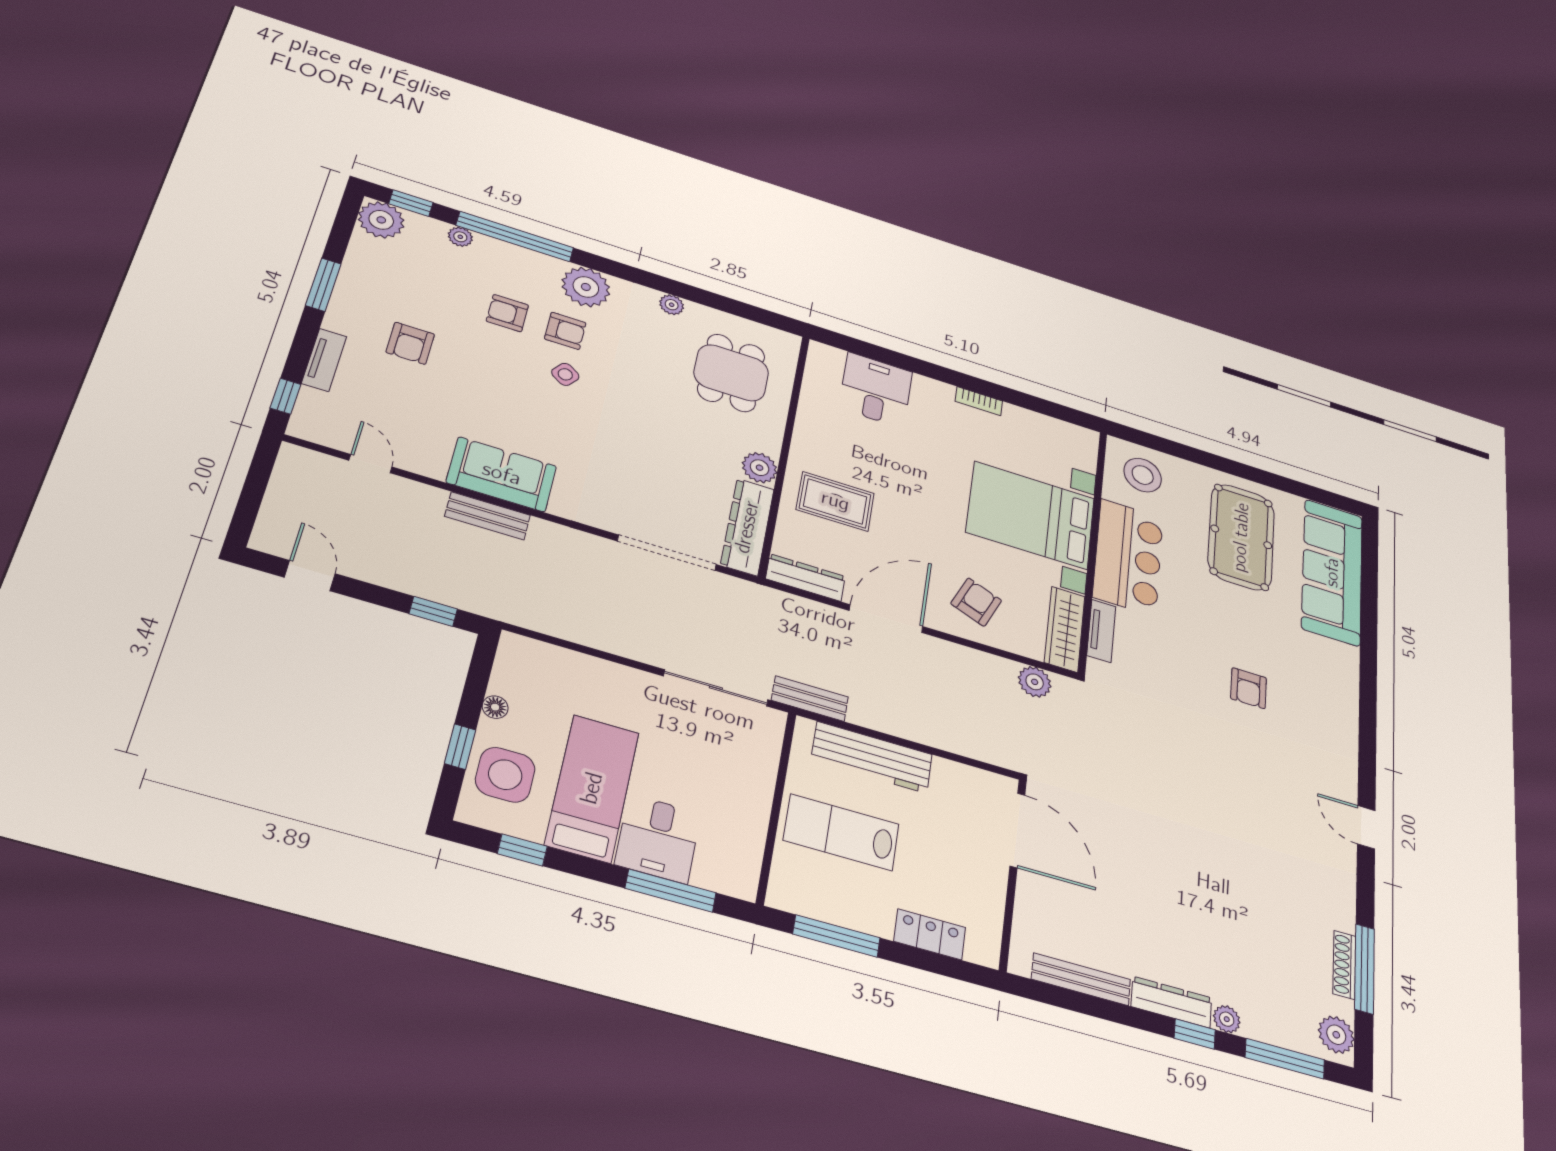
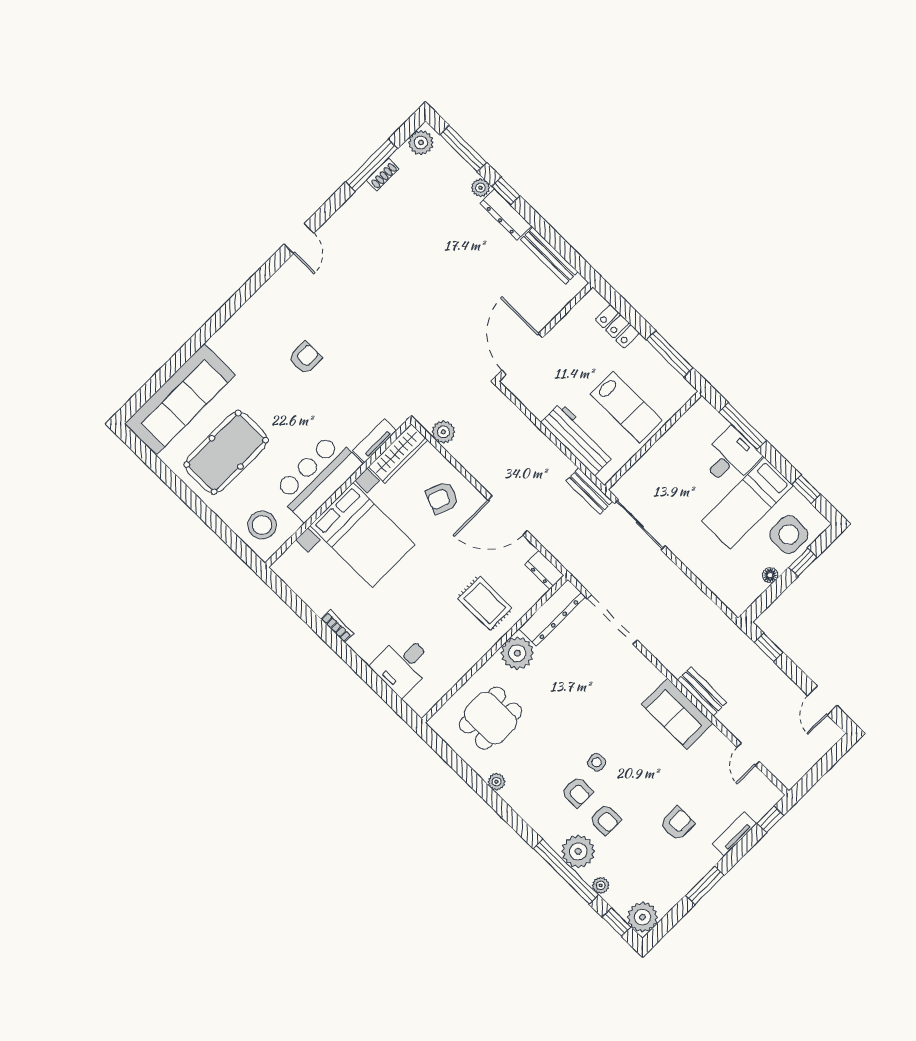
plant: (586, 287) -> (578, 851), moved
armchair: (565, 331) -> (577, 792), turned 180
side table: (565, 374) -> (597, 762), turned 45
plant: (760, 468) -> (517, 653), width x1.36, depth x1.36
dresser: (805, 578) -> (544, 570), width x0.70
shoe rack: (1344, 965) -> (383, 174), width x0.70

